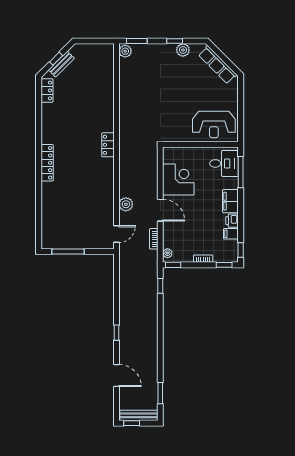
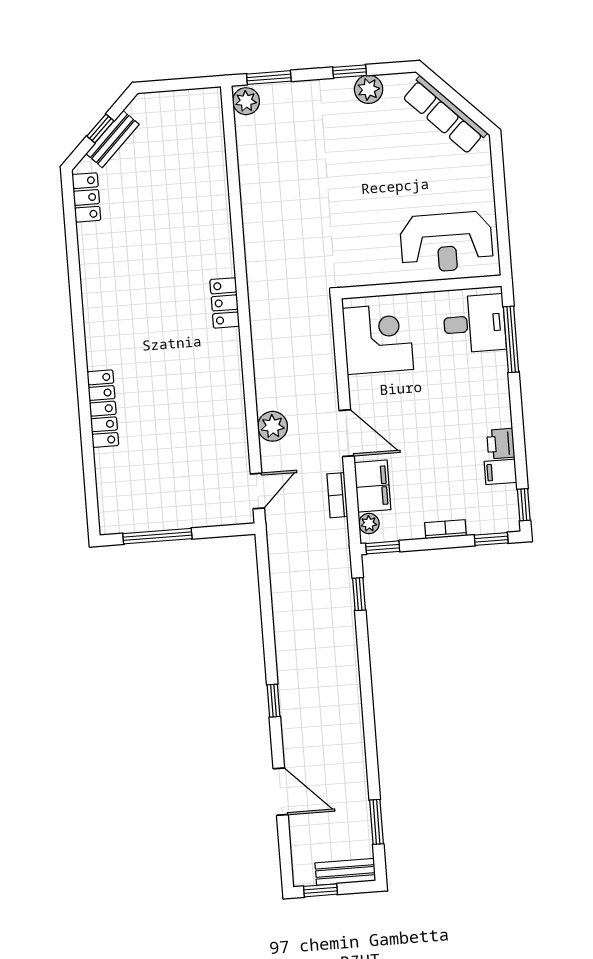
locker: (47, 163) -> (103, 409), moved
corner desk: (178, 180) -> (378, 339), moved
filing cabinet: (230, 201) -> (372, 486), moved, turned 180
bench: (139, 415) -> (345, 872), width x0.73

